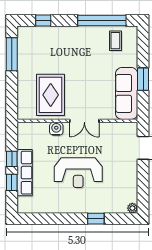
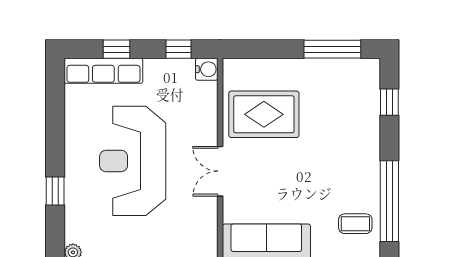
water cooler: (56, 129) -> (207, 69), moved
window: (12, 159) -> (178, 49), moved
row of seats: (25, 173) -> (103, 71), moved
reception desk: (78, 173) -> (133, 161), width x1.36, depth x1.30

